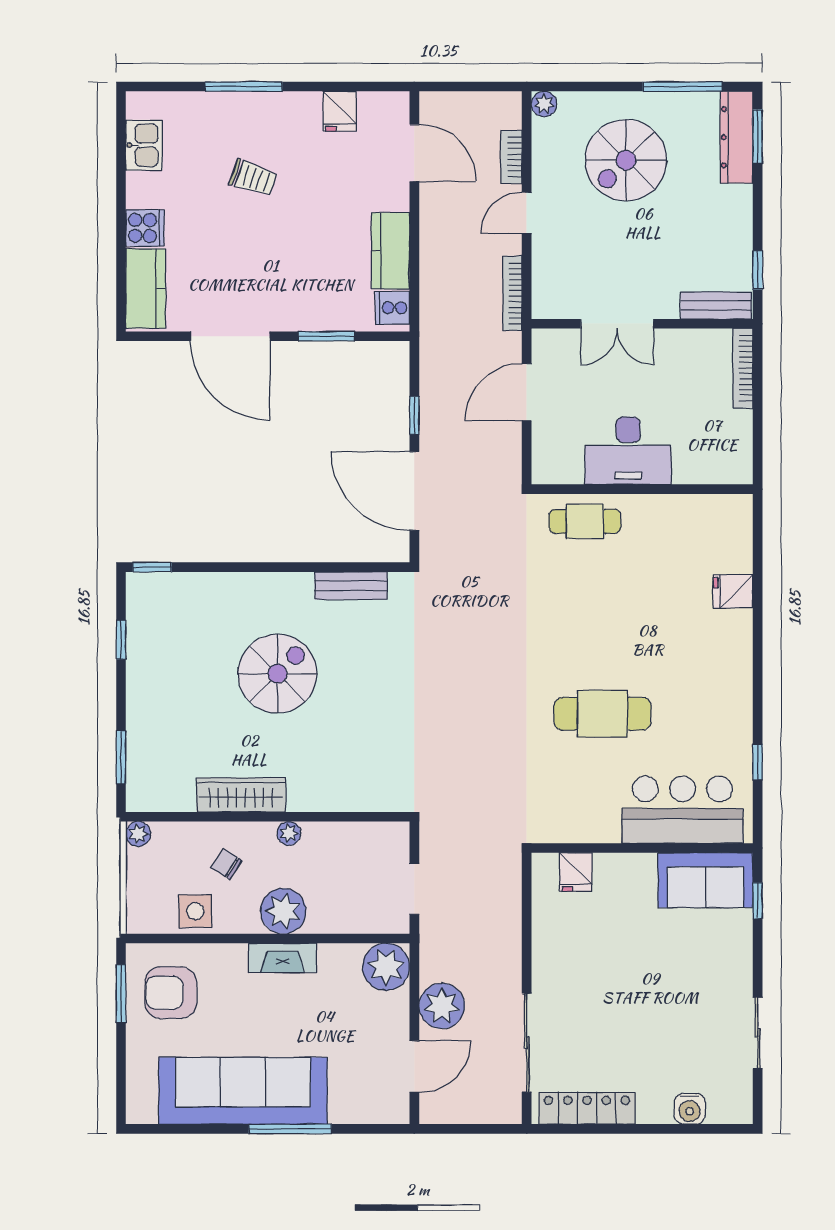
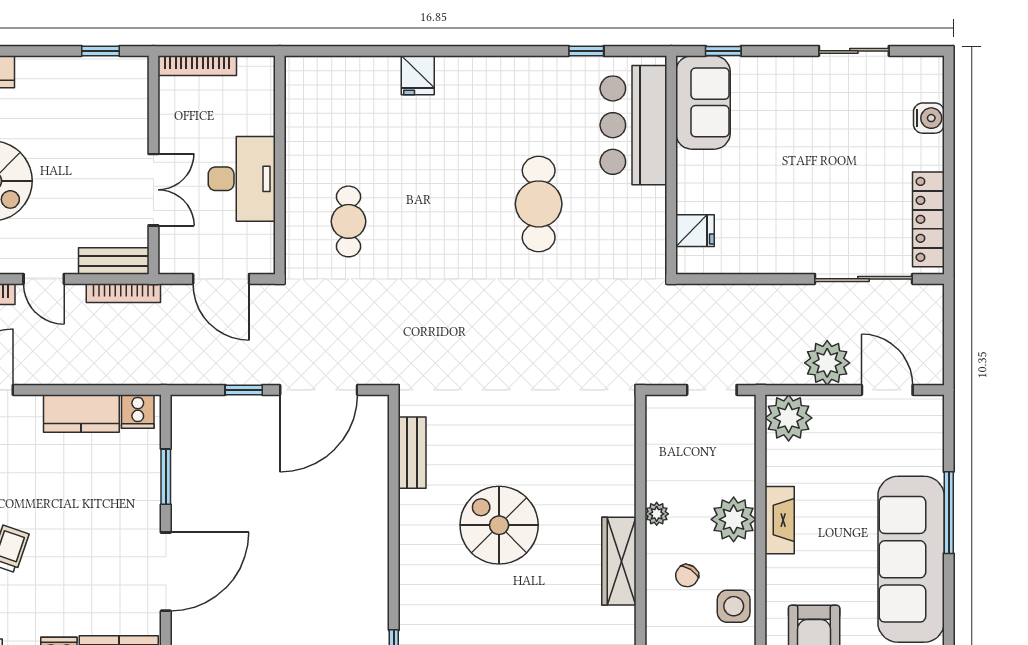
bench: (716, 306) -> (114, 261), moved, turned 90
desk: (628, 451) -> (242, 179), moved
wall: (642, 489) -> (280, 165), moved

